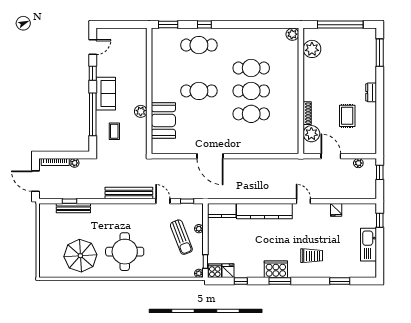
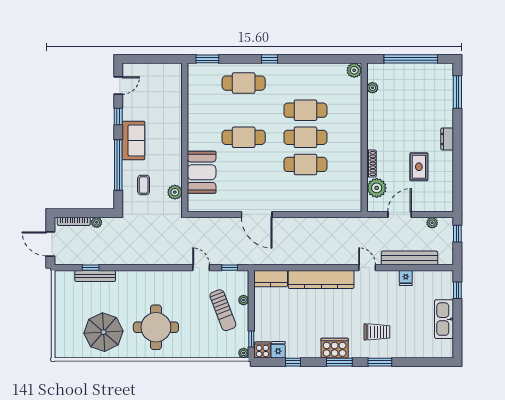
window: (204, 25) -> (270, 59), moved
plant: (312, 49) -> (372, 88), width x0.53, depth x0.53
plant: (141, 111) -> (175, 192), moved
door: (331, 156) -> (400, 214), hinge flipped
bench: (129, 193) -> (409, 258), moved
window: (340, 281) -> (380, 362), moved

